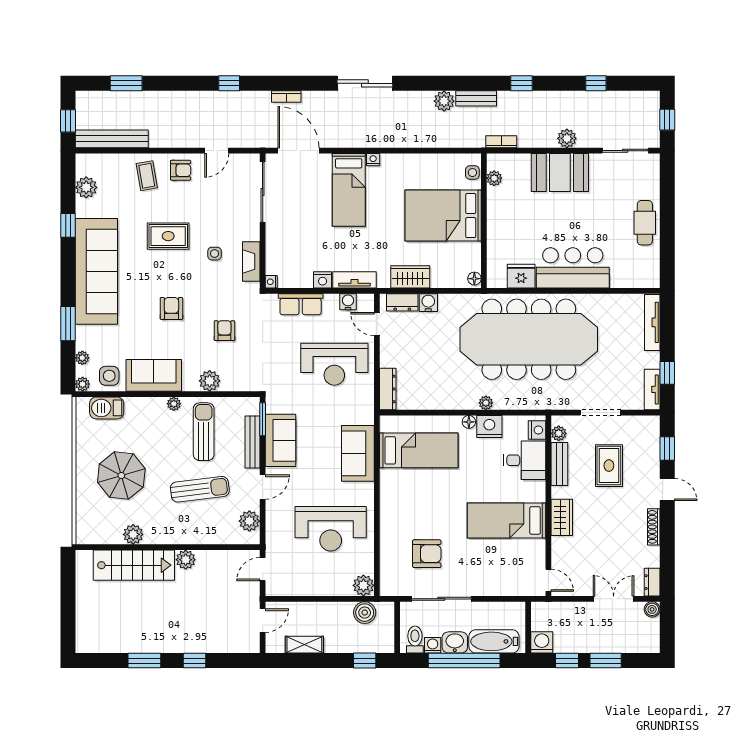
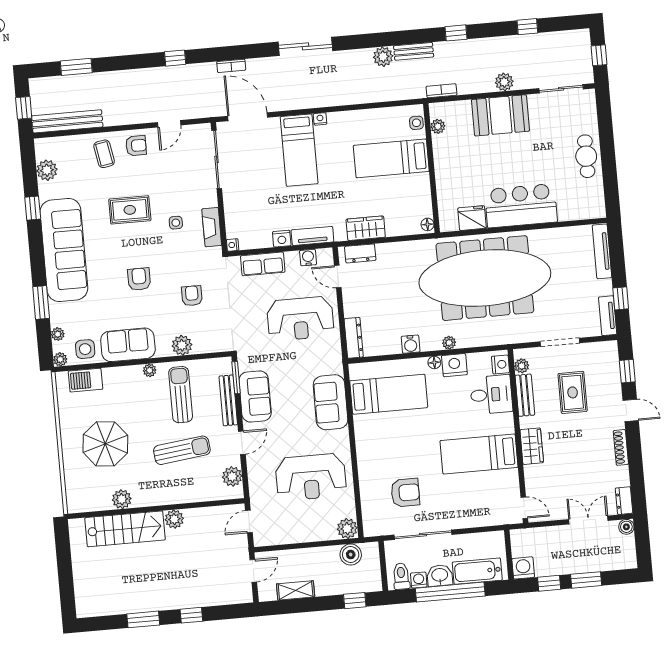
bed: (443, 216) -> (391, 158), width x0.67
water cooler: (428, 303) -> (411, 344), moved, turned 180

